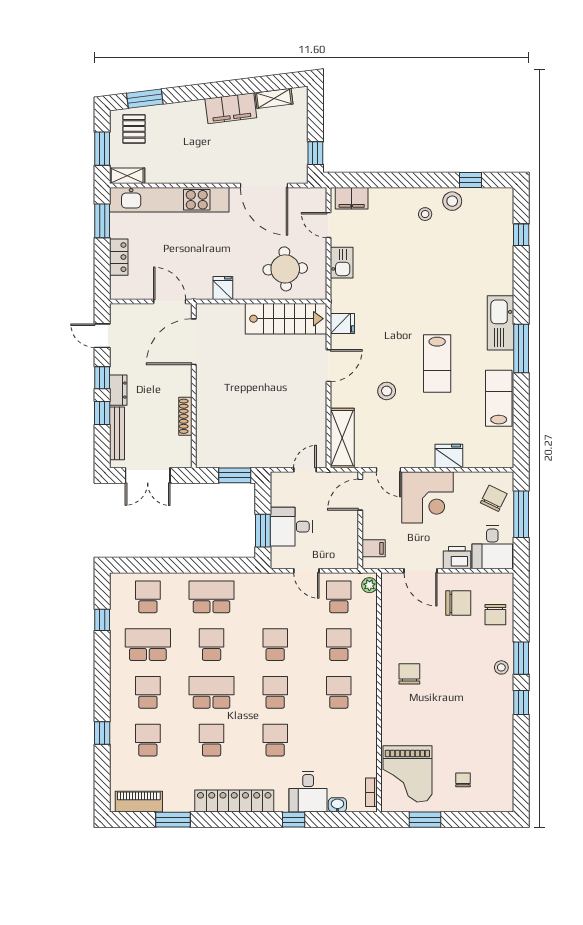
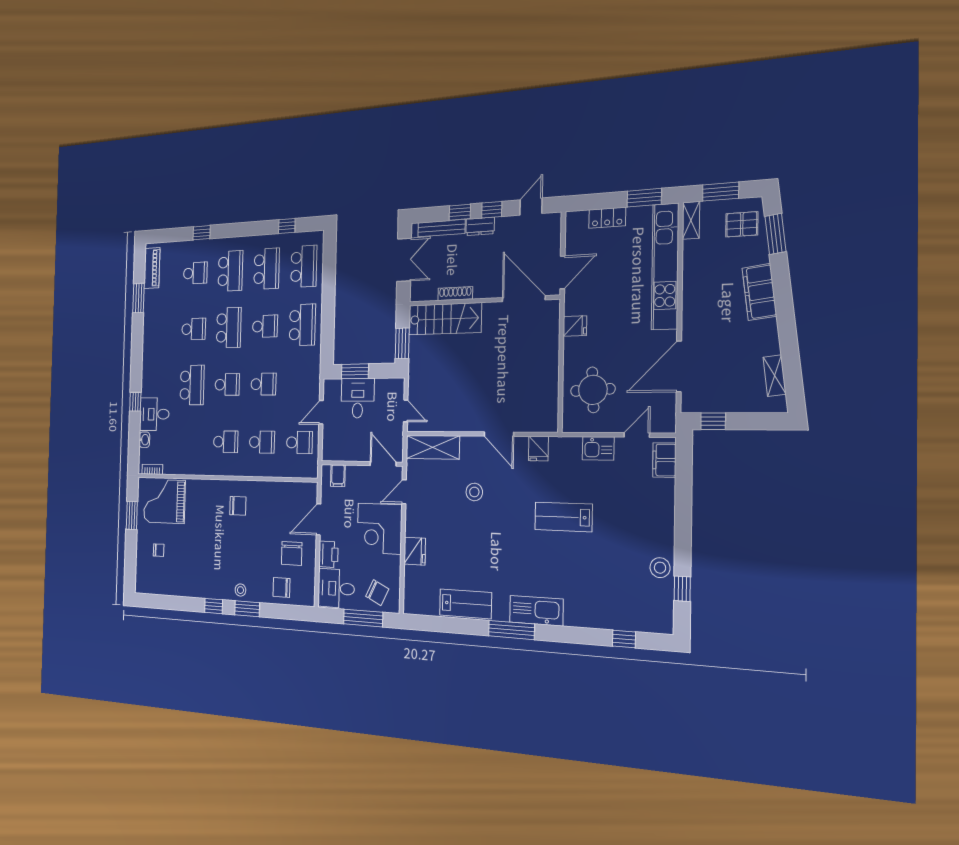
filing cabinet: (231, 108) -> (759, 292), moved
stool: (425, 214) -> (647, 538), removed
stairs: (286, 319) -> (445, 319), moved, turned -90
lab bench: (437, 364) -> (563, 517), moved
double door: (148, 475) -> (404, 260), swing flipped
plant: (369, 585) -> (308, 471), removed
school desk: (148, 597) -> (304, 266), width x1.85
school desk: (148, 692) -> (230, 271), width x1.85
school desk: (275, 740) -> (192, 385), width x1.85
locker: (234, 801) -> (150, 350), removed

